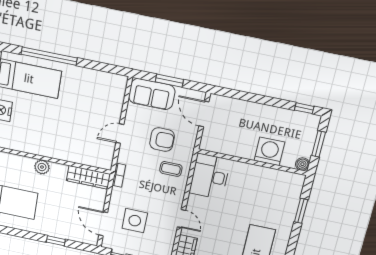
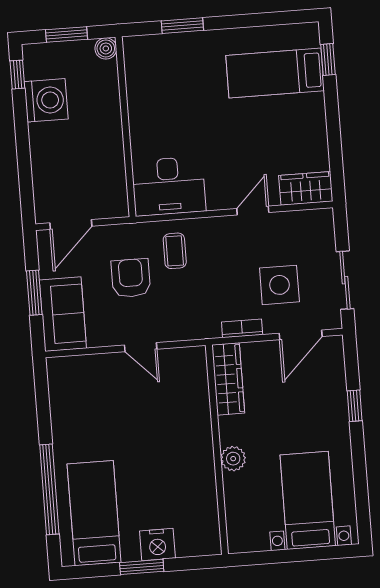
washing machine: (269, 151) -> (46, 100), moved, turned 180
bookcase: (119, 175) -> (242, 328), moved

